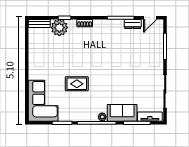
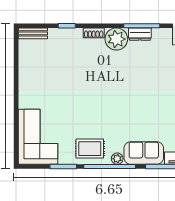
dresser: (133, 24) -> (140, 34), moved
plant: (59, 28) -> (116, 39), moved
rug: (77, 84) -> (90, 149), moved

